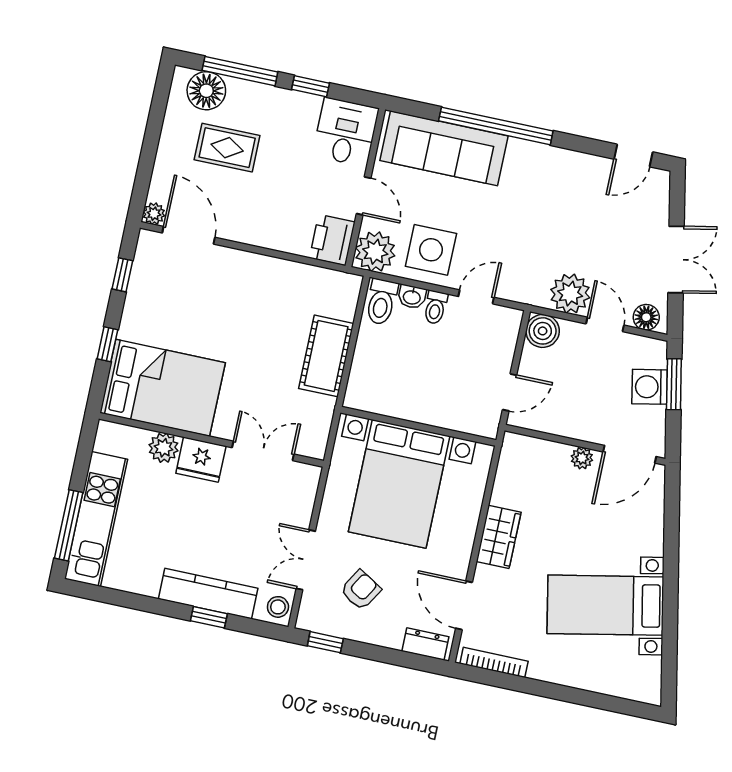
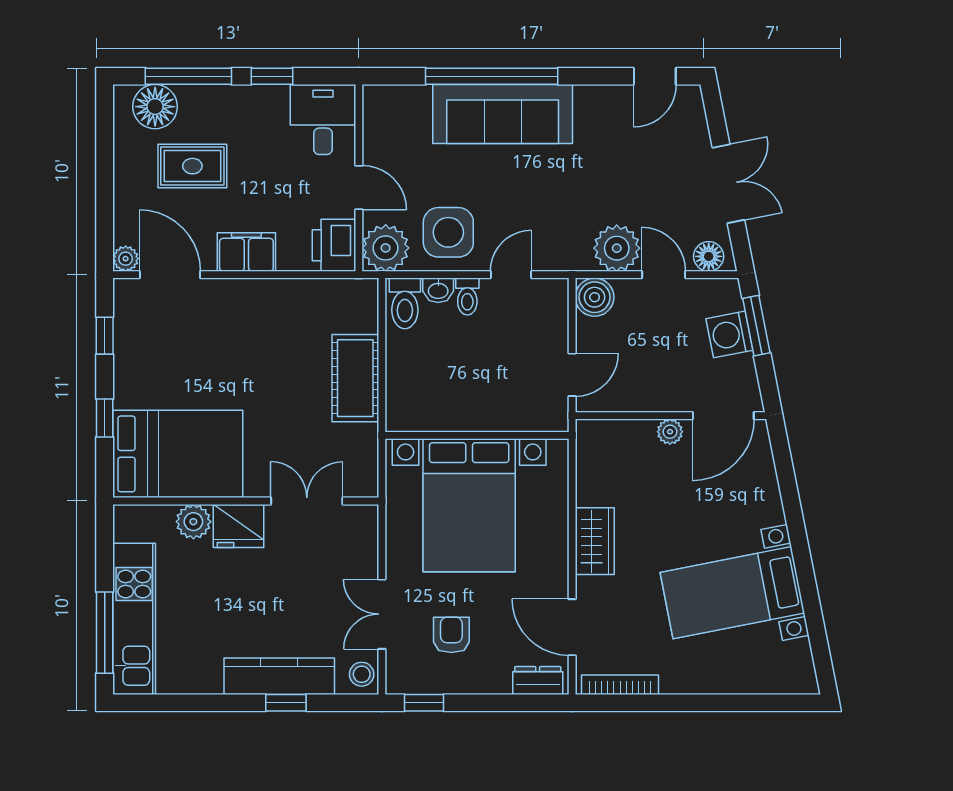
sofa: (444, 148) -> (503, 114), moved
filing cabinet: (257, 230) -> (246, 252), added
armchair: (361, 590) -> (451, 635), turned -31

